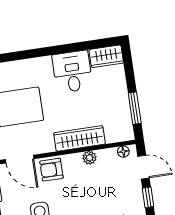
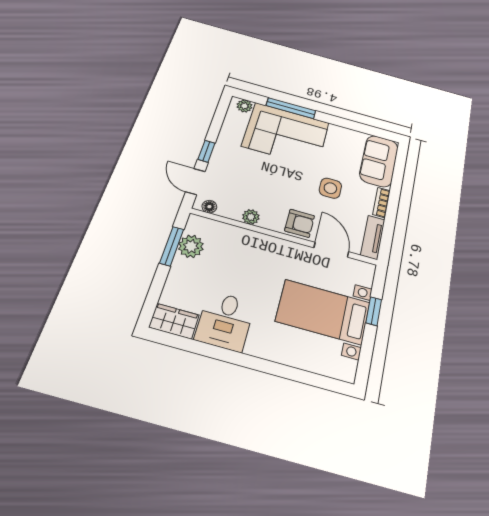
plant: (121, 114) -> (191, 246), added
wardrobe: (79, 138) -> (253, 242), removed

